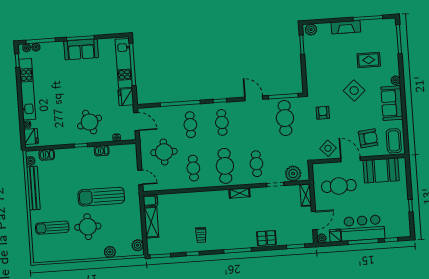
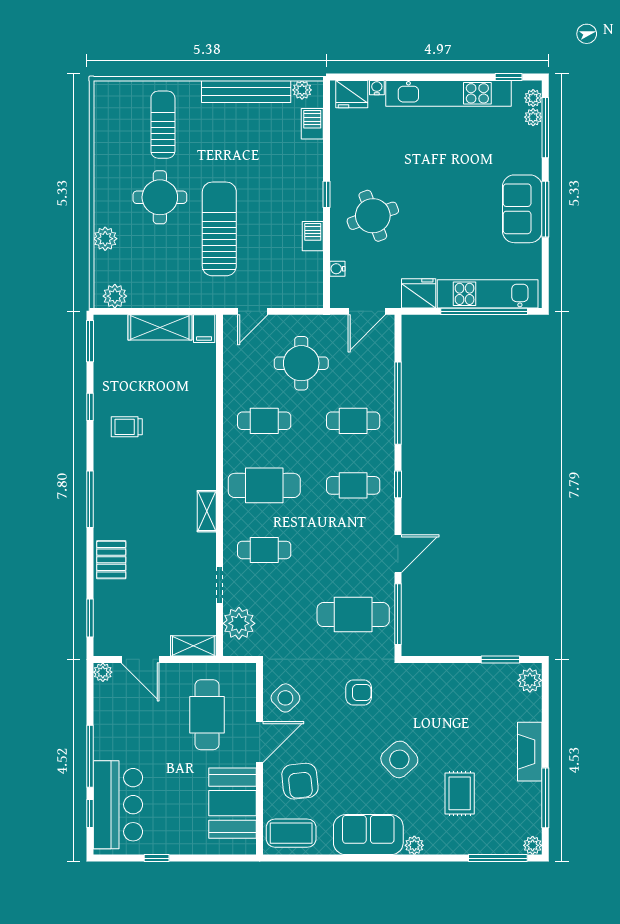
plant: (392, 23) -> (533, 845), added
bar counter: (363, 228) -> (118, 805), moved
fridge: (335, 236) -> (106, 700), removed

